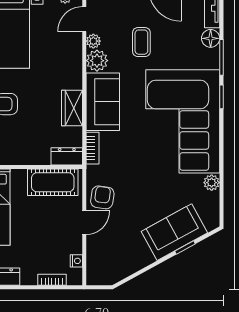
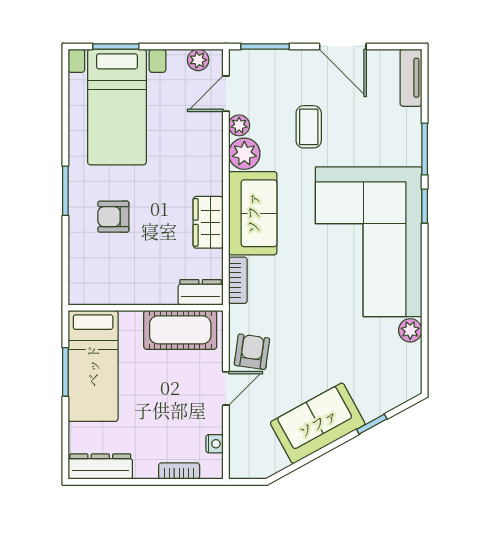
floor lamp: (211, 38) -> (409, 121), removed
sofa: (174, 232) -> (318, 423), moved

